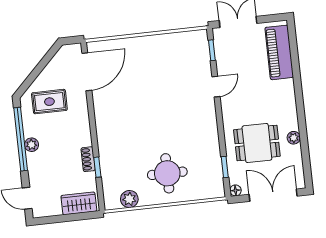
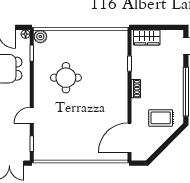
plant: (32, 145) -> (178, 86), removed
shoe rack: (88, 159) -> (136, 89), moved
round table: (167, 173) -> (66, 78), moved
plant: (129, 199) -> (40, 37), moved

